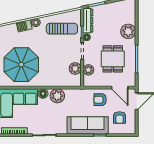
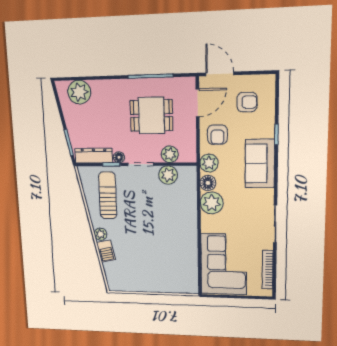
plant: (128, 31) -> (79, 92), moved
parasol: (21, 65) -> (164, 257), removed
floor lamp: (43, 94) -> (208, 183), moved
plant: (83, 94) -> (209, 163), added
sofa: (88, 125) -> (260, 164), width x0.73

